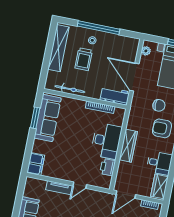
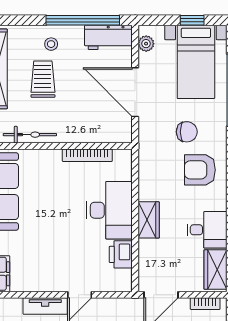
window: (99, 28) -> (83, 20), moved
trolley: (84, 59) -> (43, 79), turned 180
workbench: (115, 96) -> (108, 37), moved, turned 180
wardrobe: (128, 146) -> (149, 220), width x0.67

